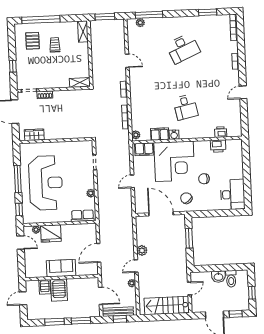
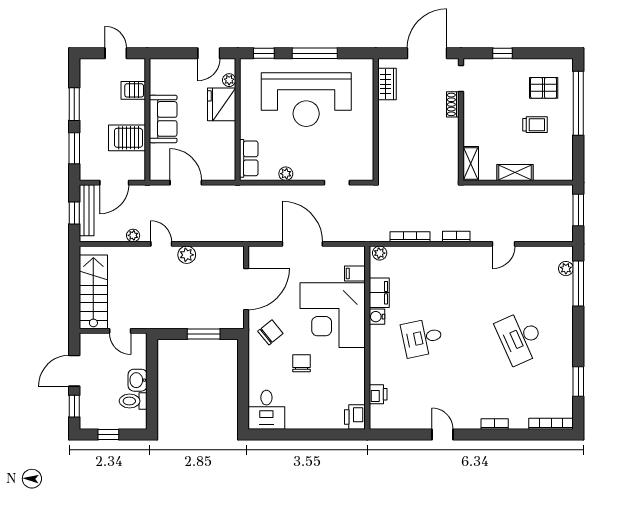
shelving: (83, 31) -> (515, 172), moved
printer: (218, 146) -> (355, 417), moved
filing cabinet: (144, 149) -> (355, 274), width x0.50
door: (132, 181) -> (302, 244), width x1.87
desk: (233, 195) -> (266, 410), width x0.73
server rack: (59, 290) -> (127, 138), moved

